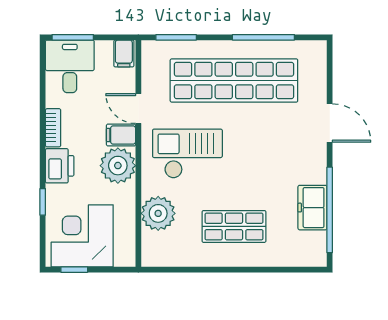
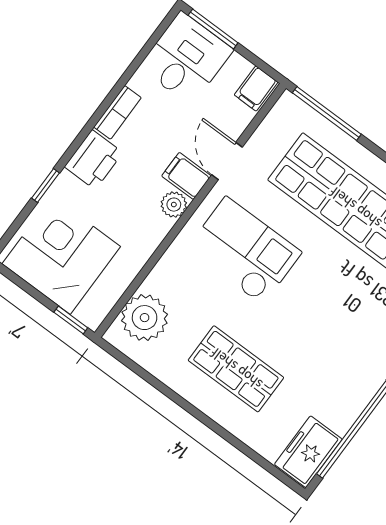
window: (176, 37) -> (327, 113), width x1.44
plant: (118, 166) -> (174, 205), width x0.53, depth x0.53
freezer: (312, 208) -> (308, 452), moved
plant: (158, 213) -> (145, 318), moved
window: (74, 270) -> (71, 320), moved

